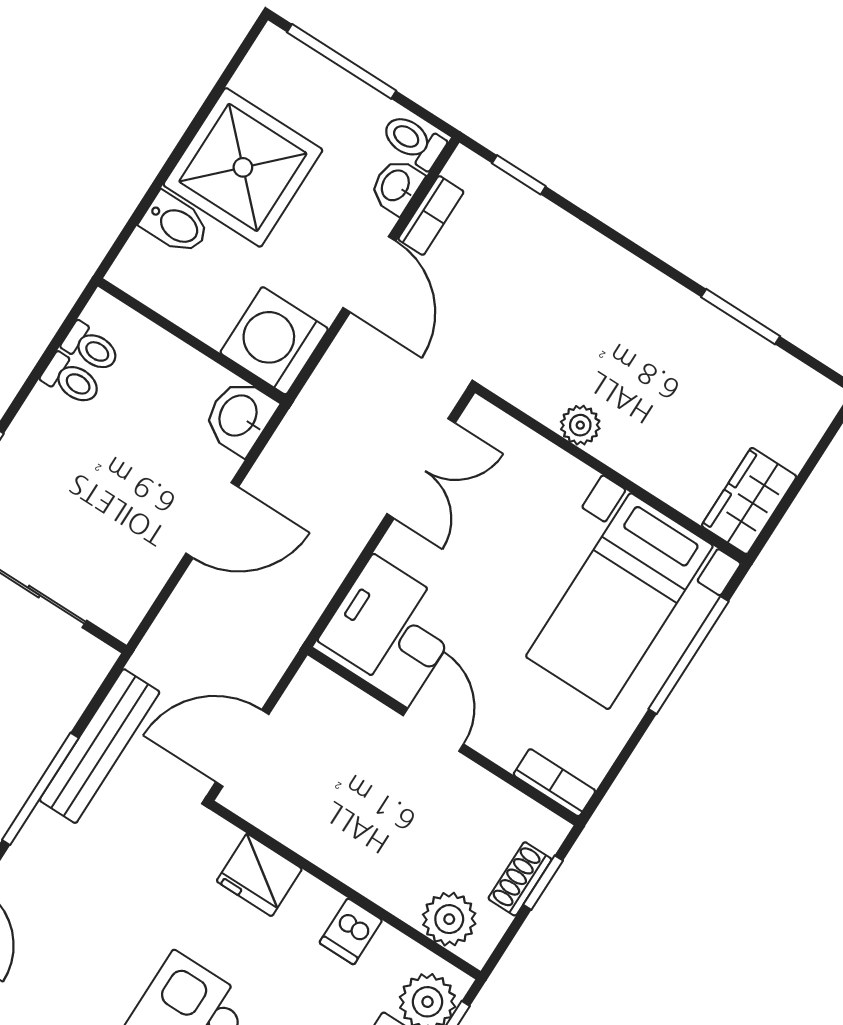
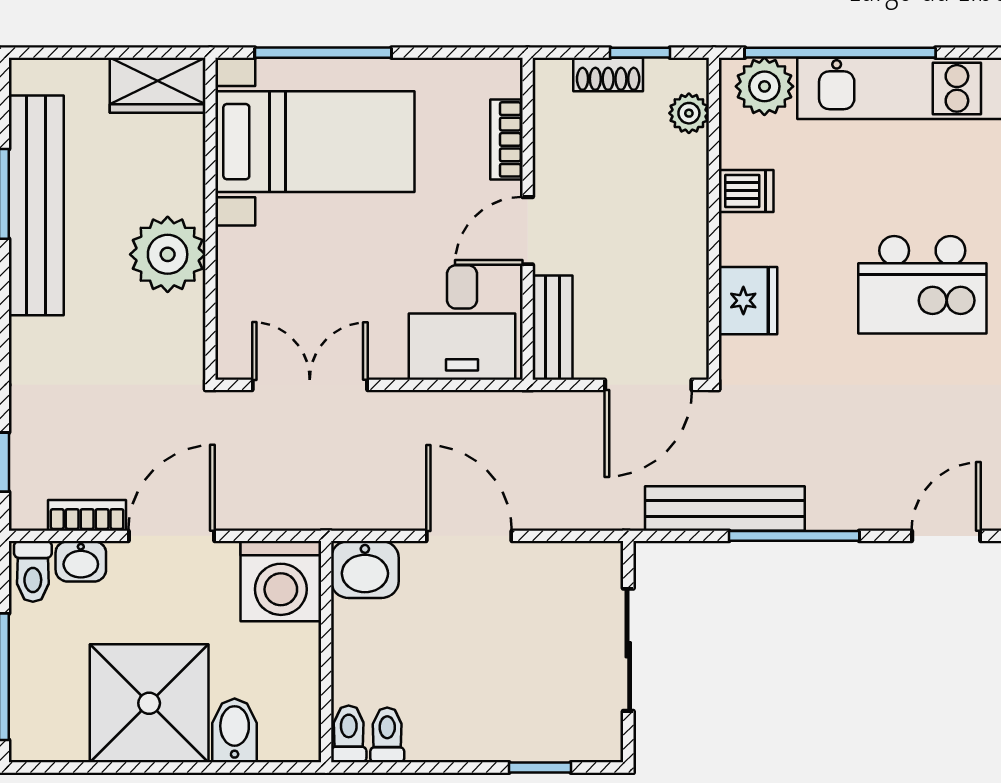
bench: (714, 337) -> (36, 205), added
toilet: (71, 380) -> (349, 734), moved
plant: (580, 425) -> (168, 254), width x1.88, depth x1.88
bench: (340, 699) -> (553, 328), added
door: (242, 748) -> (648, 385), hinge flipped
bookcase: (554, 783) -> (506, 139), moved
window: (543, 883) -> (640, 53), moved
plant: (449, 919) -> (689, 113), width x0.73, depth x0.73

